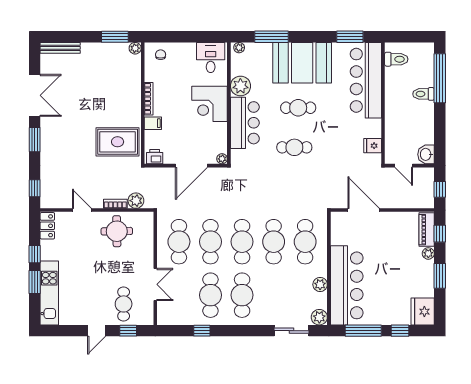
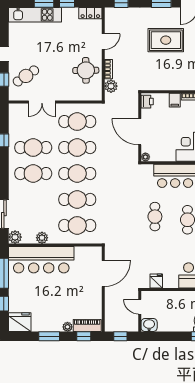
rug: (118, 142) -> (166, 40), moved, turned 90
door: (404, 166) -> (140, 307), hinge flipped
cafe table: (124, 304) -> (26, 76), turned -34

